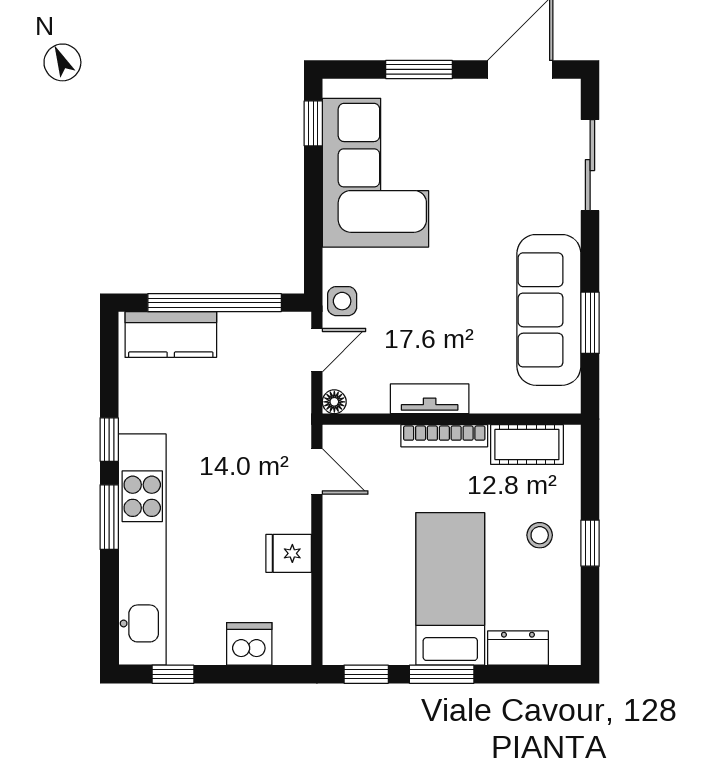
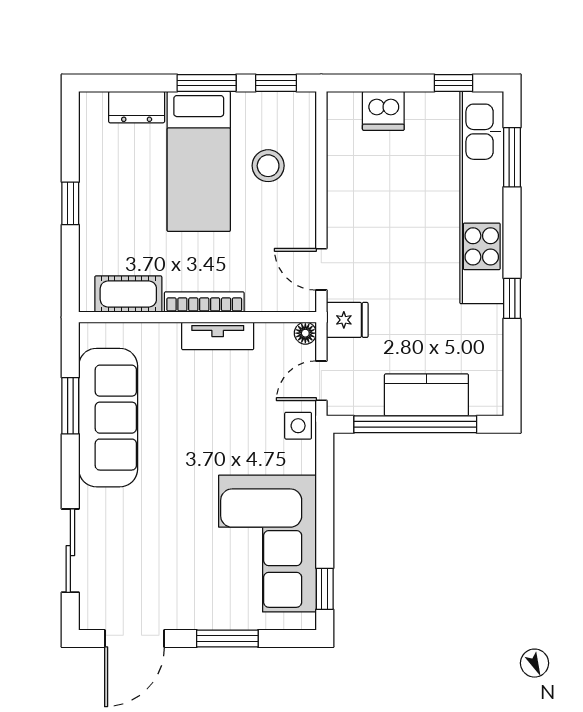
kitchen counter: (171, 335) -> (426, 395), moved
window: (109, 517) -> (512, 157), moved
stool: (540, 535) -> (268, 166), moved, width x1.37, depth x1.37
fridge: (289, 553) -> (347, 320), moved

